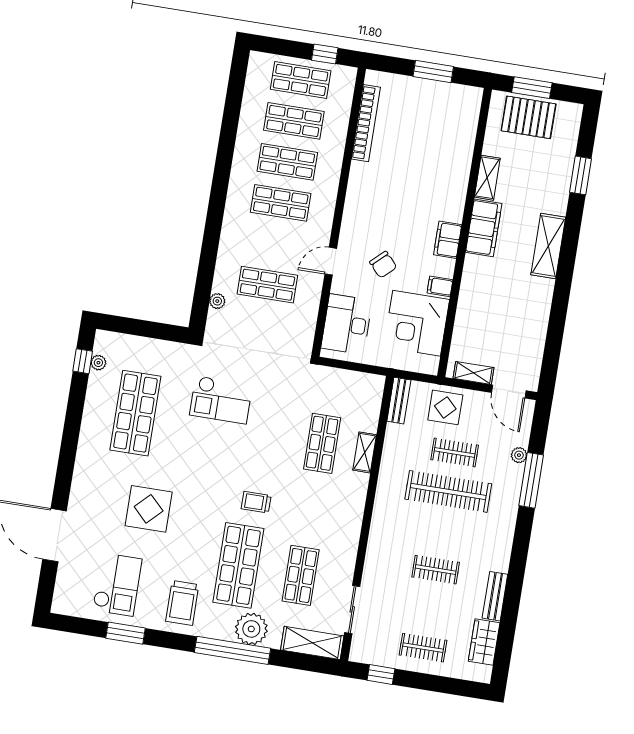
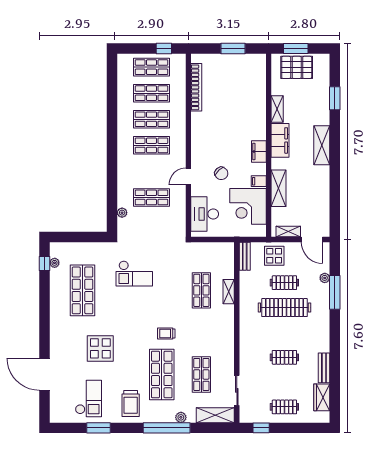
shelving: (469, 303) -> (278, 188), added
plant: (251, 629) -> (181, 417), width x0.53, depth x0.53

